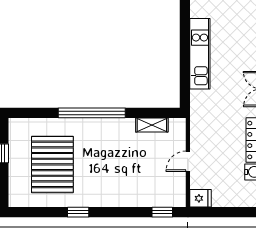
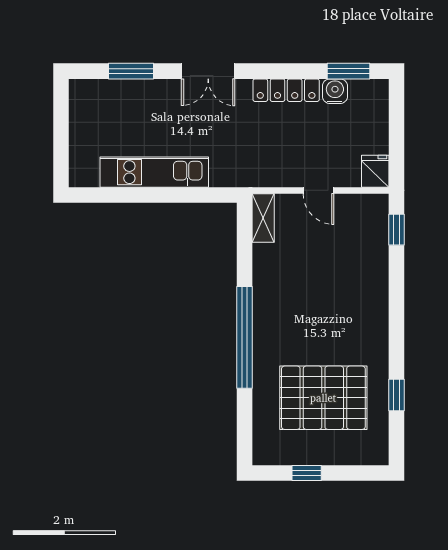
shelving: (152, 125) -> (263, 218), moved
window: (78, 212) -> (397, 395), moved

